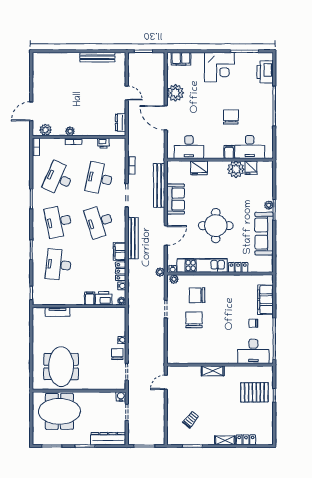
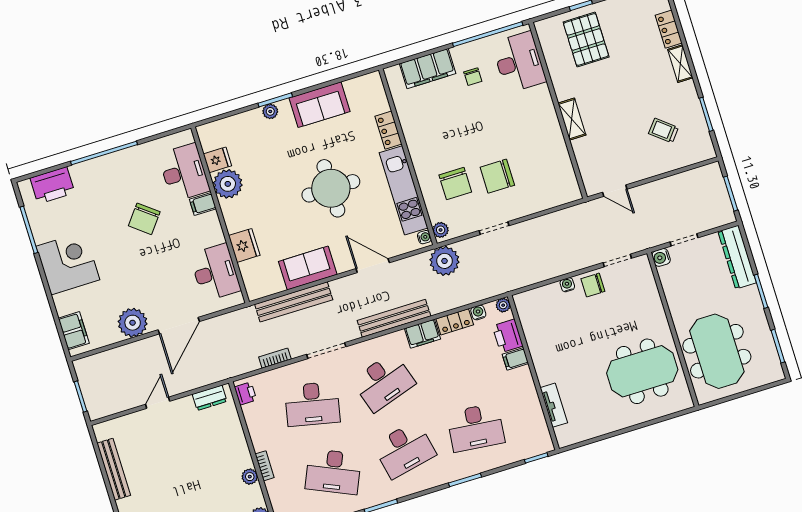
chair: (231, 117) -> (144, 219), turned -52
printer: (103, 143) -> (245, 393), moved
sofa: (264, 234) -> (319, 105), width x0.73
plant: (160, 272) -> (444, 261), width x1.88, depth x1.88

